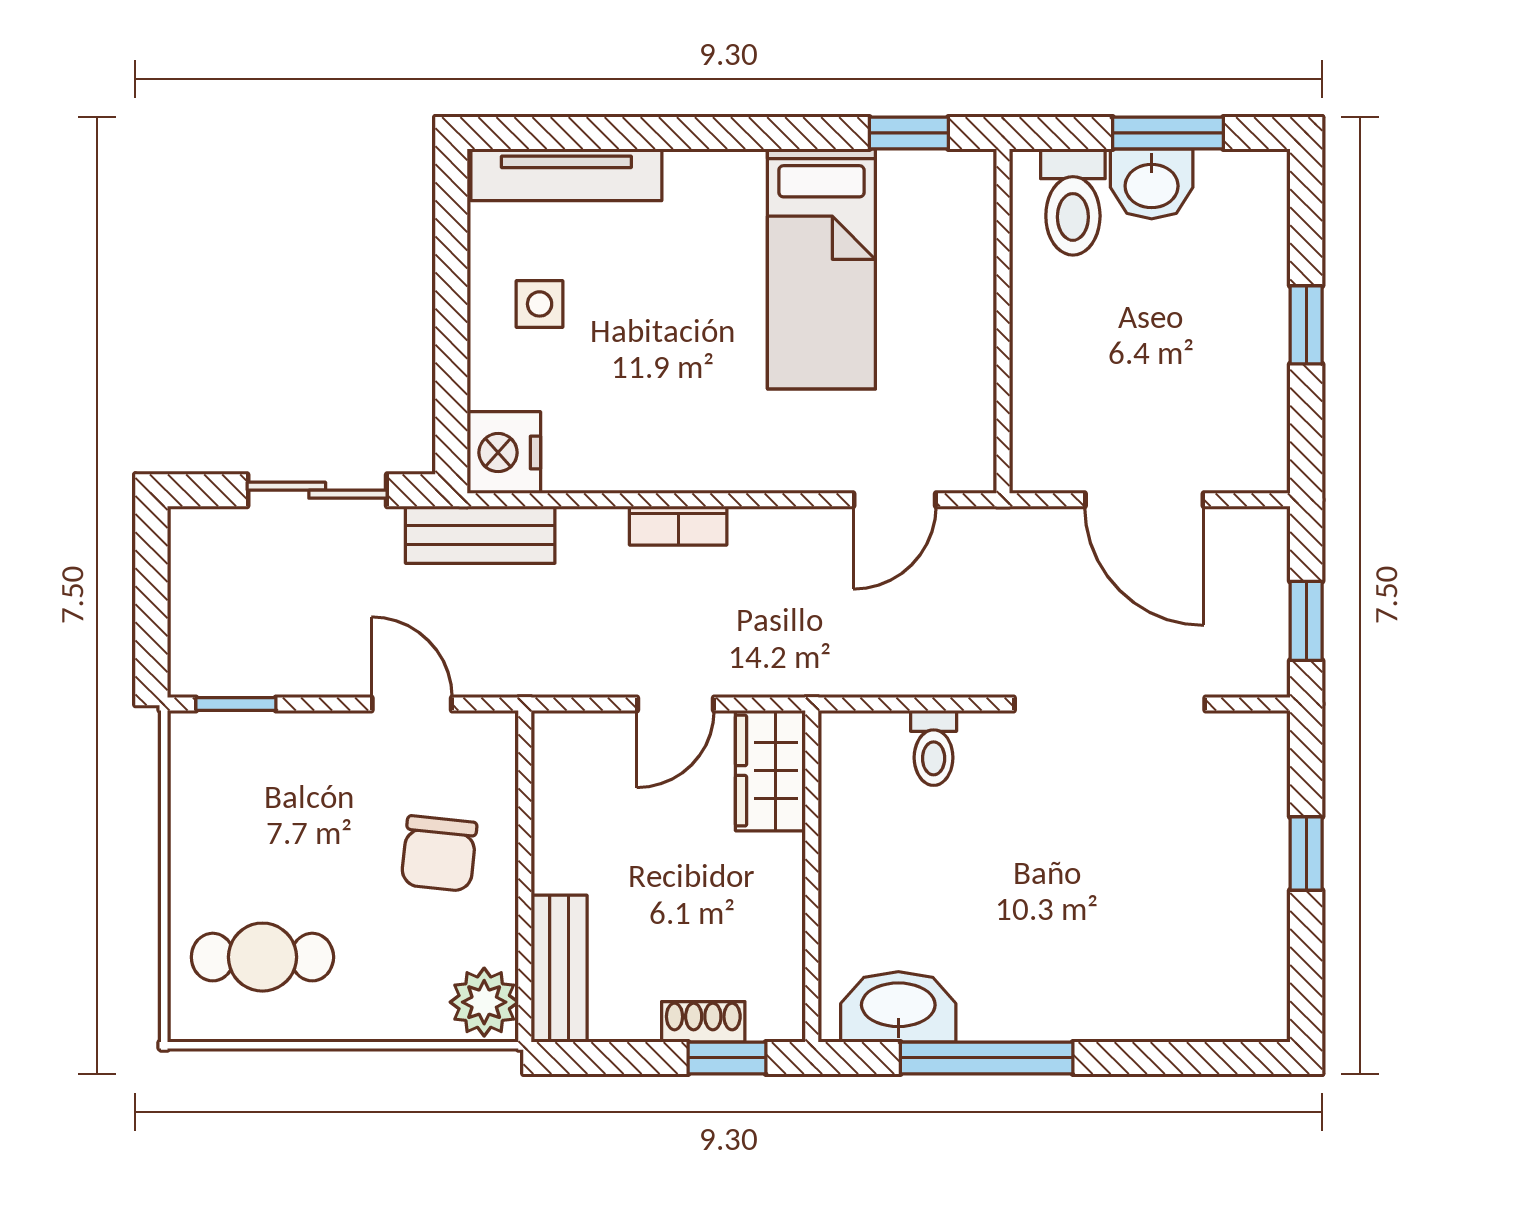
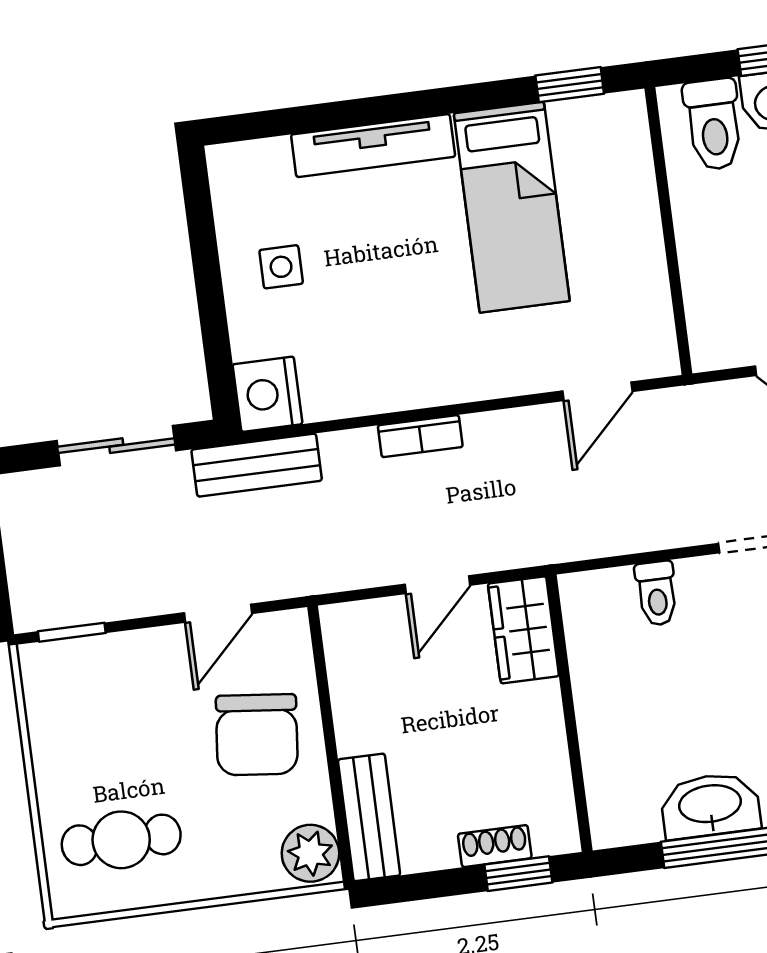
tv unit: (566, 175) -> (373, 146), moved
door: (412, 704) -> (218, 613), swing flipped
chair: (439, 854) -> (257, 735), width x1.37, depth x1.37
washbasin: (898, 1007) -> (710, 805), moved

